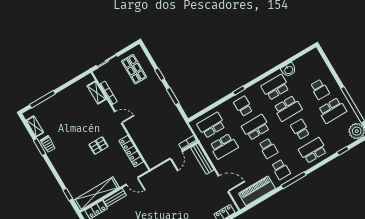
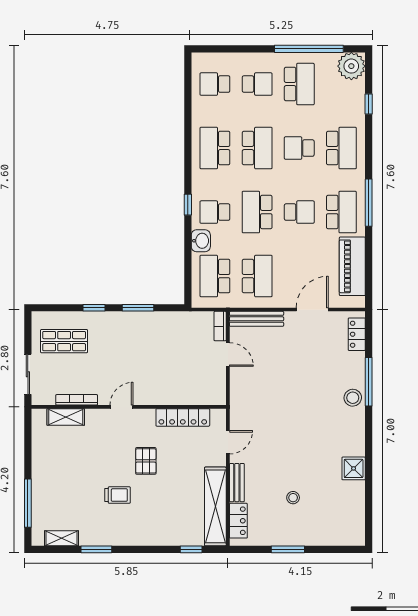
school desk: (307, 68) -> (215, 84), added
washbasin: (289, 70) -> (201, 241), moved
trolley: (48, 144) -> (118, 495), moved
school desk: (313, 150) -> (341, 148), turned 180
school desk: (281, 169) -> (341, 212), width x1.85

